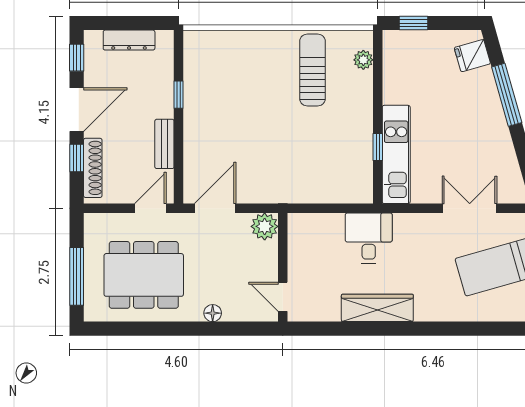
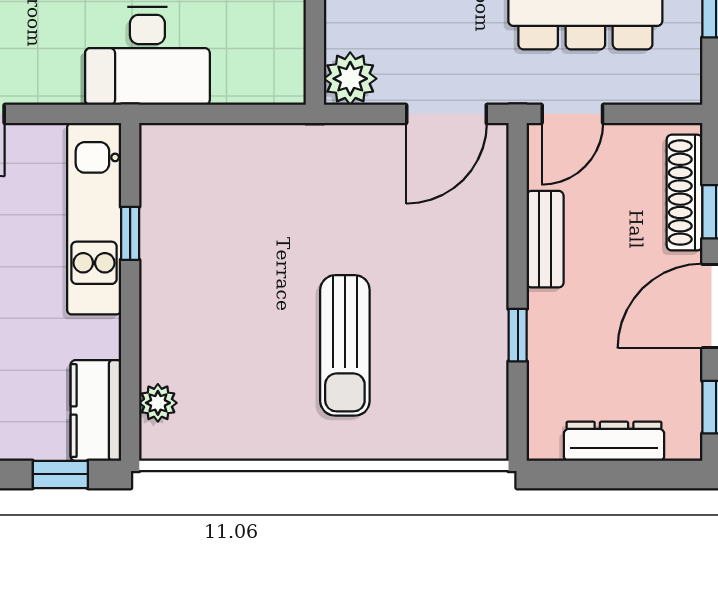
kitchen counter: (395, 56) -> (96, 411), added
sun lounger: (312, 70) -> (345, 345), moved
desk: (369, 238) -> (147, 56), width x1.37

